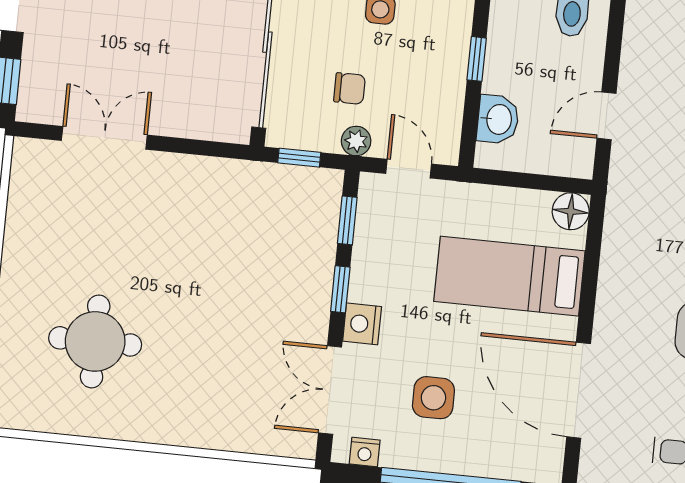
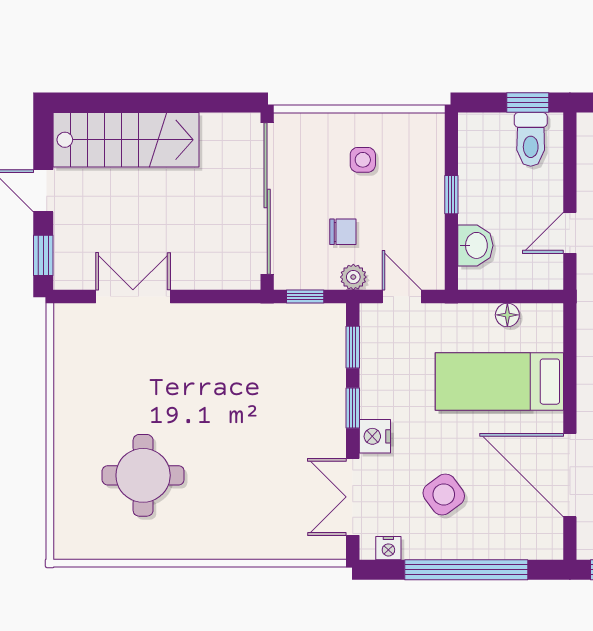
floor lamp: (571, 211) -> (507, 315), moved, width x0.73, depth x0.73
side table: (433, 398) -> (444, 494), turned -36

